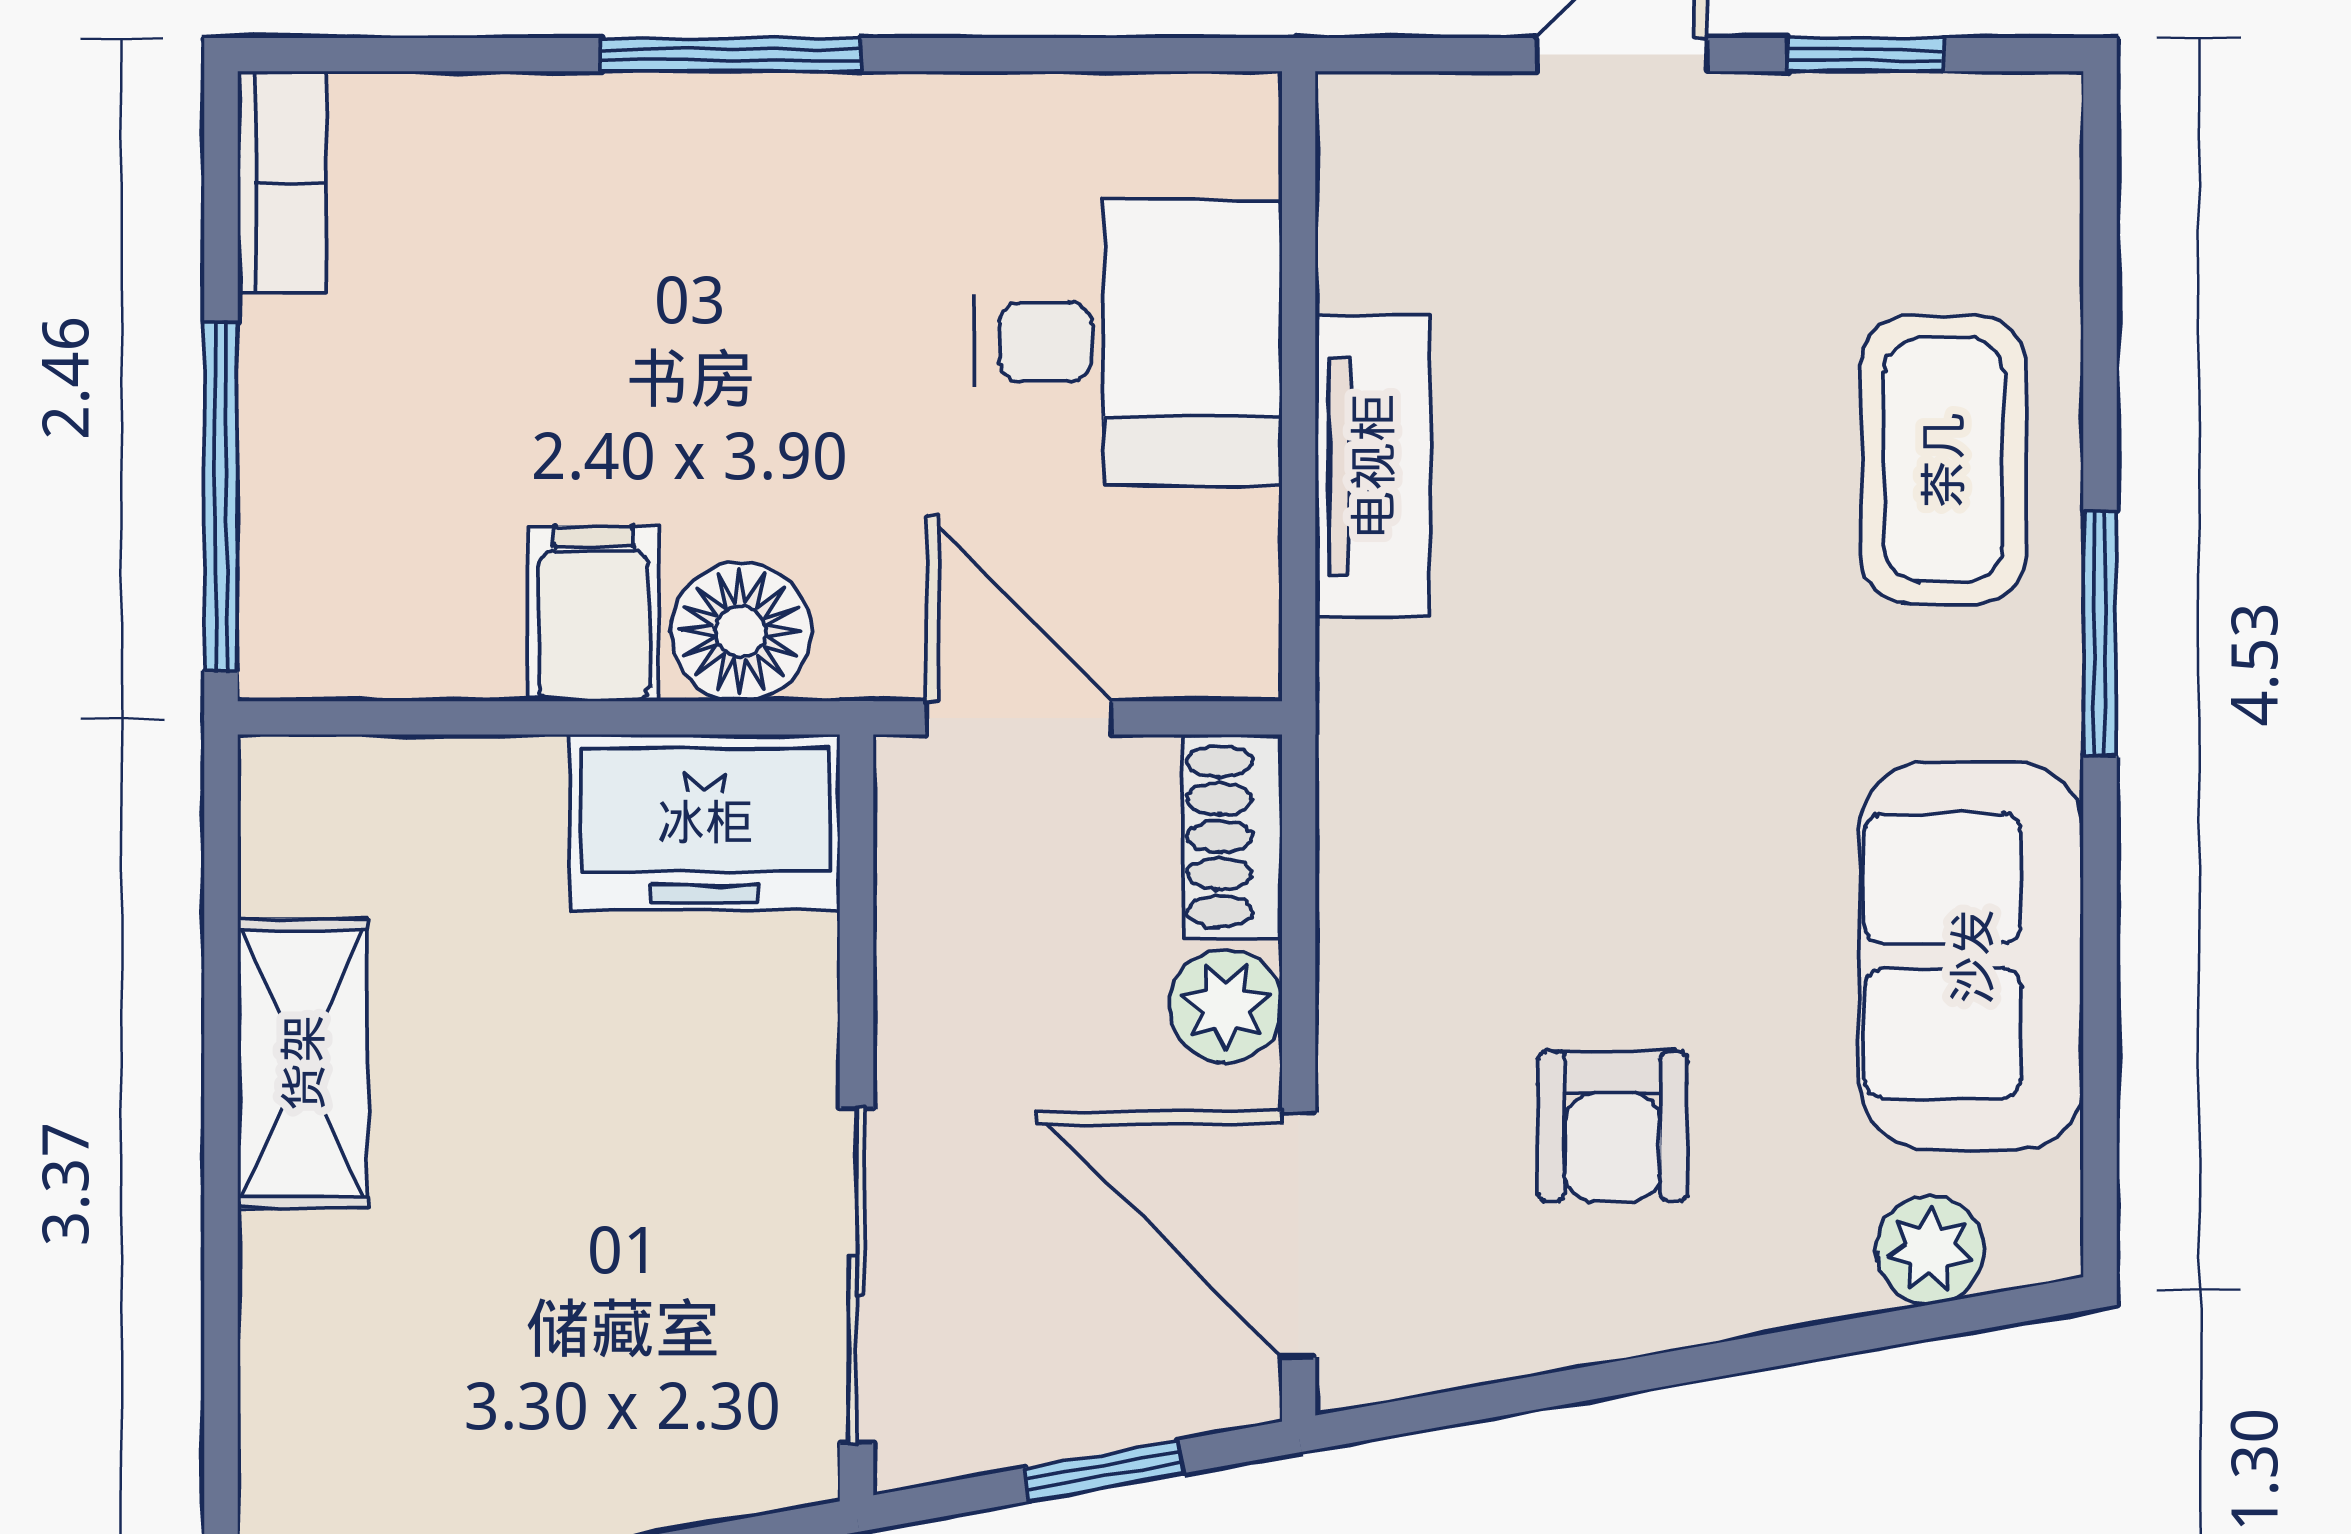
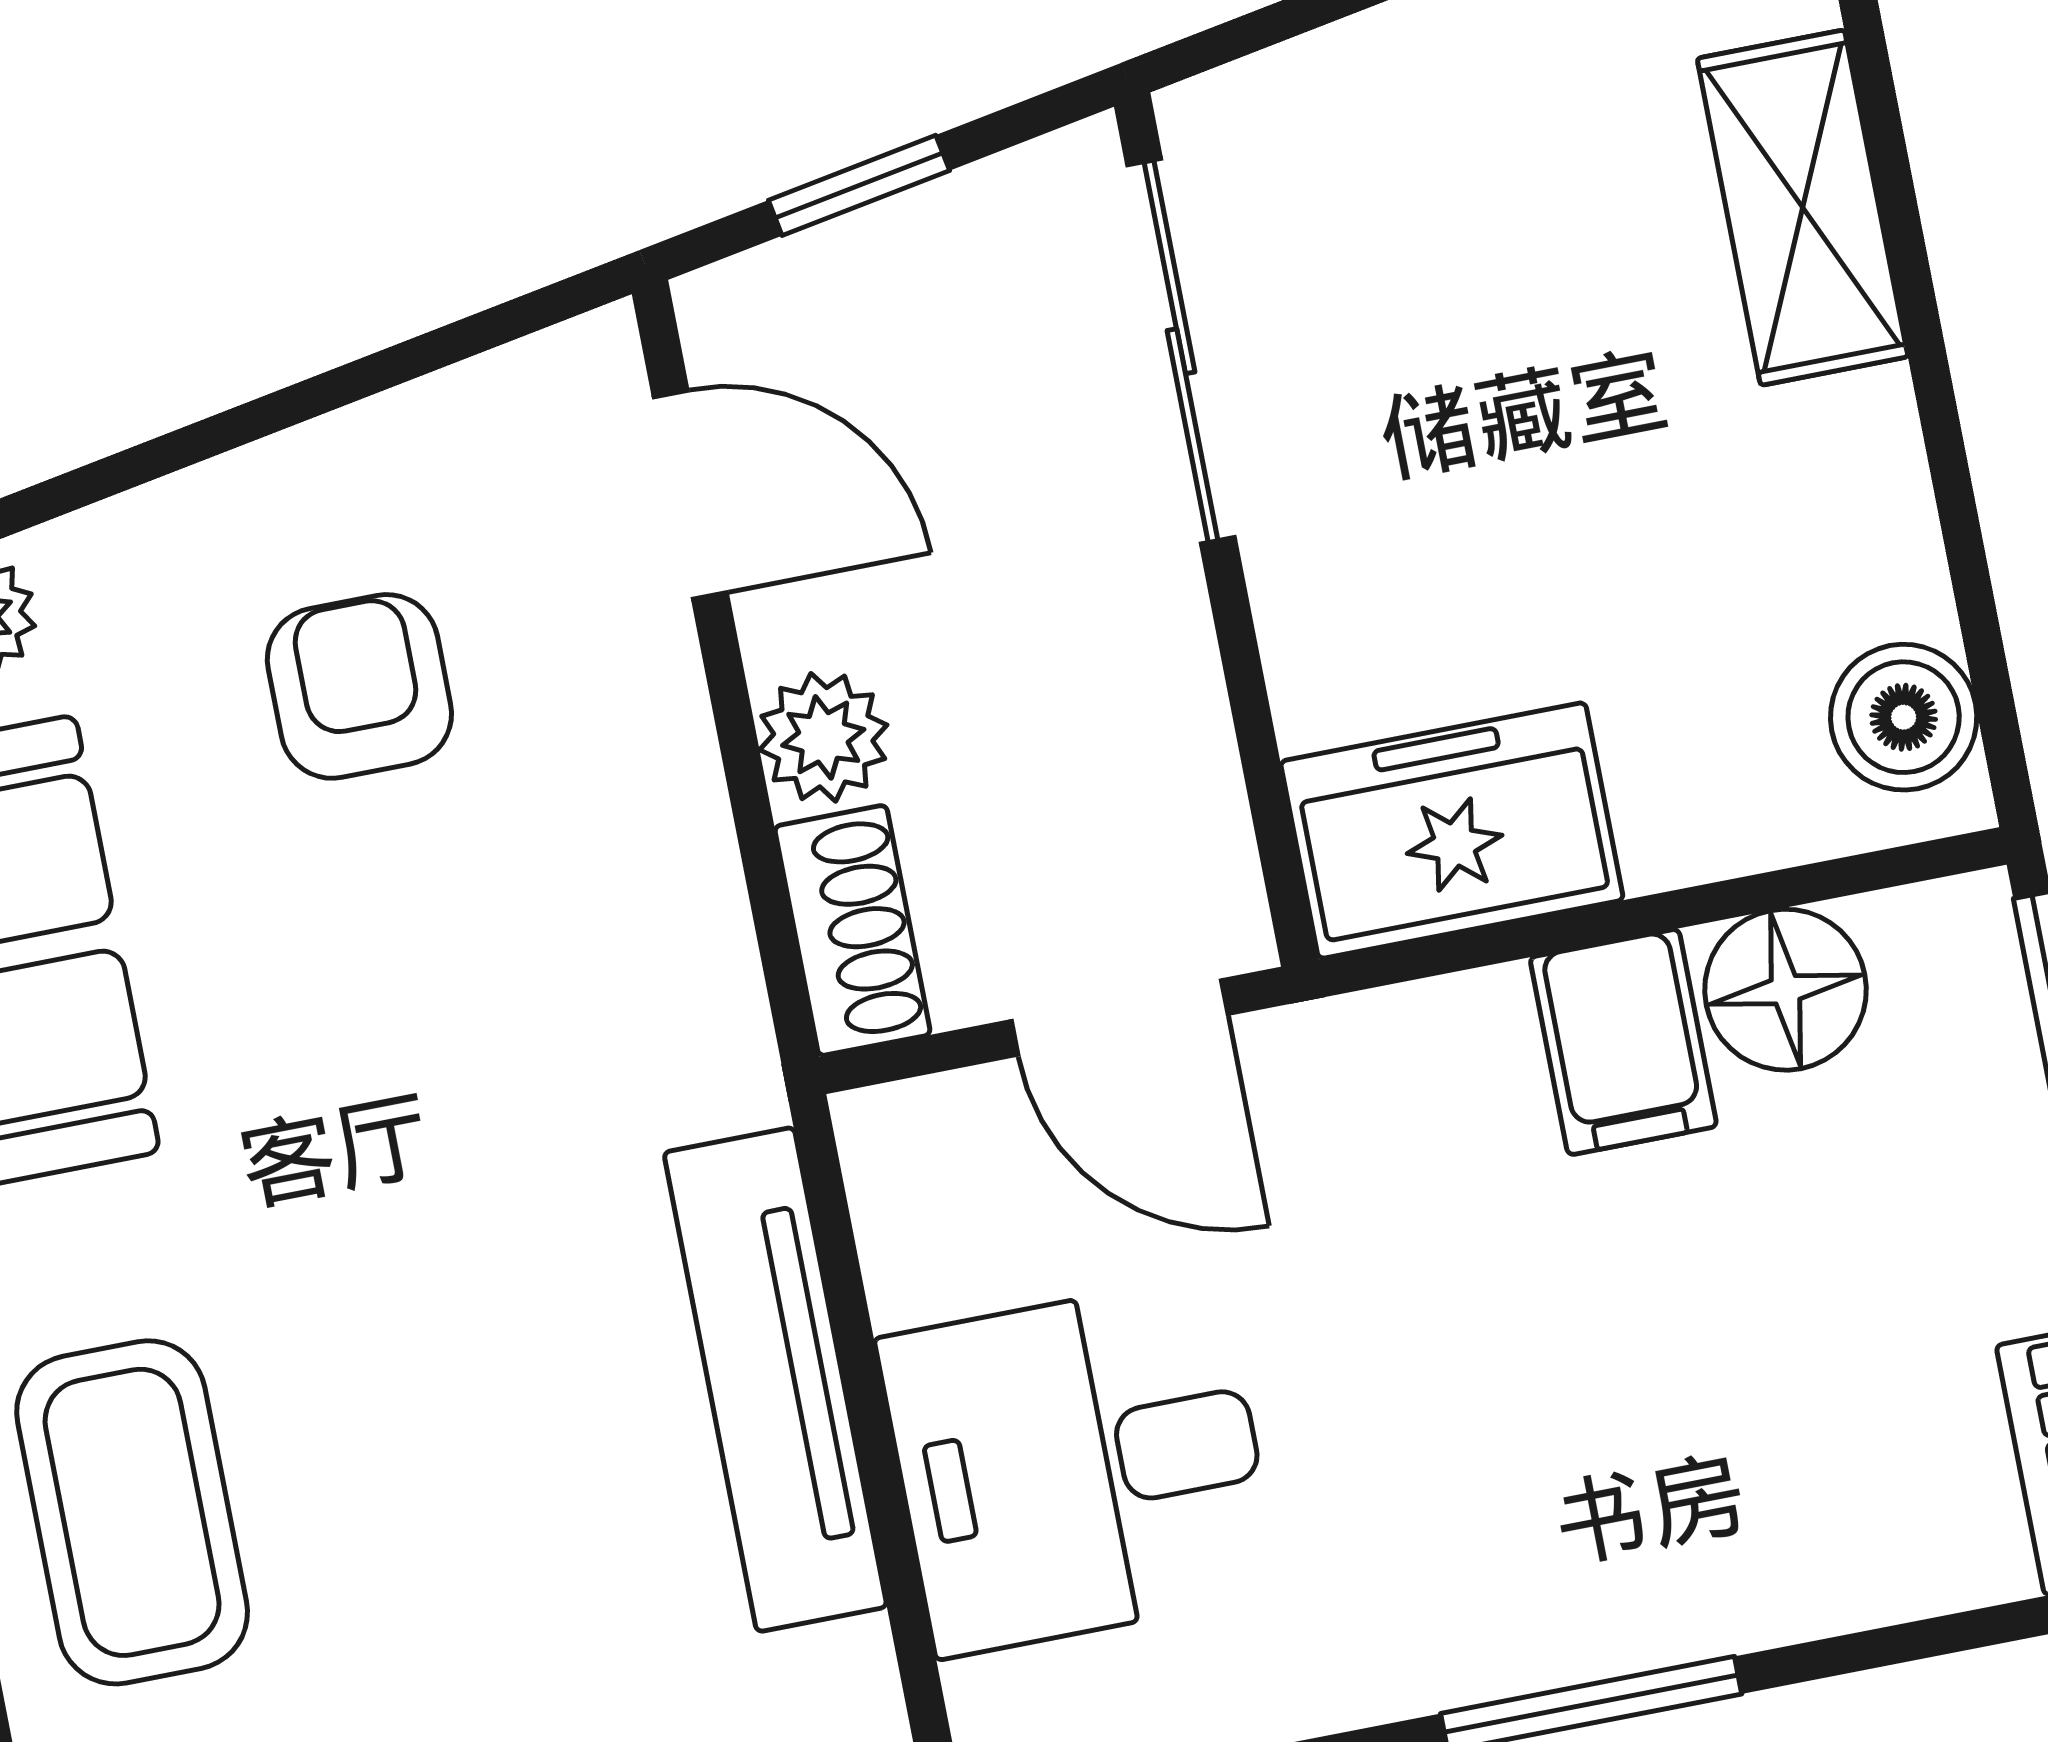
tv unit: (1373, 466) -> (775, 1380), width x1.41
floor lamp: (741, 631) -> (1786, 990), moved
boiler: (301, 844) -> (1904, 717), added
shelving: (303, 1063) -> (1803, 208), moved
door: (1299, 1235) -> (690, 495), width x0.73

